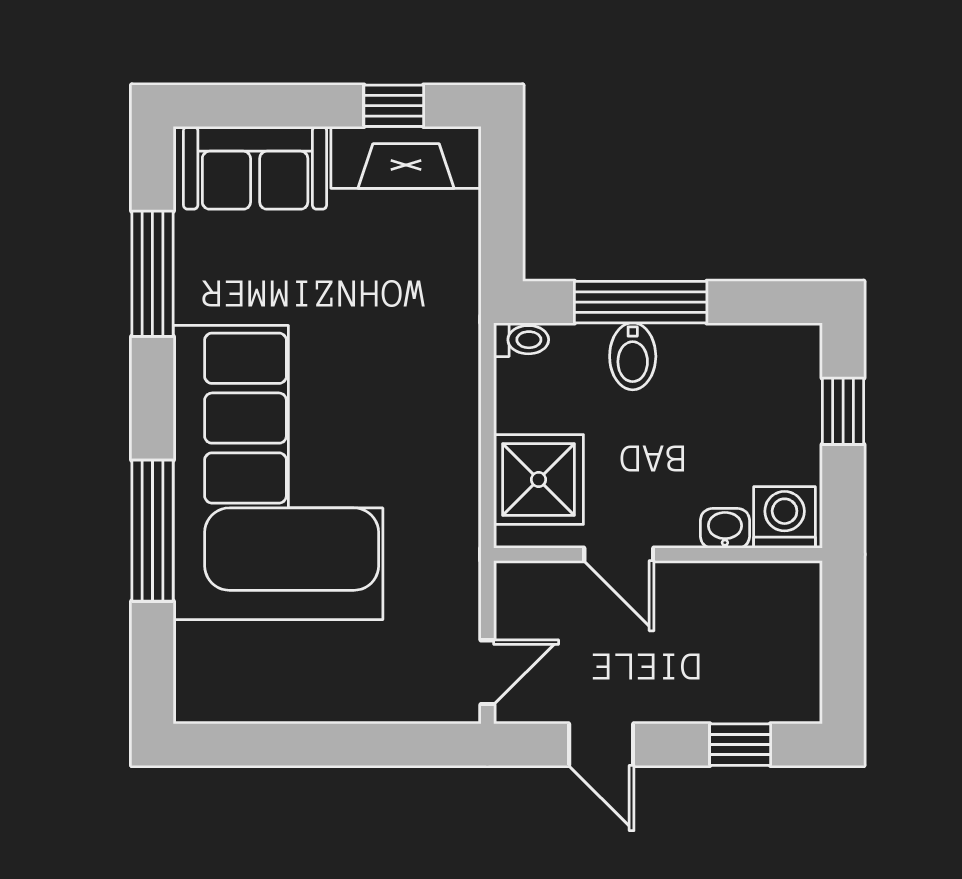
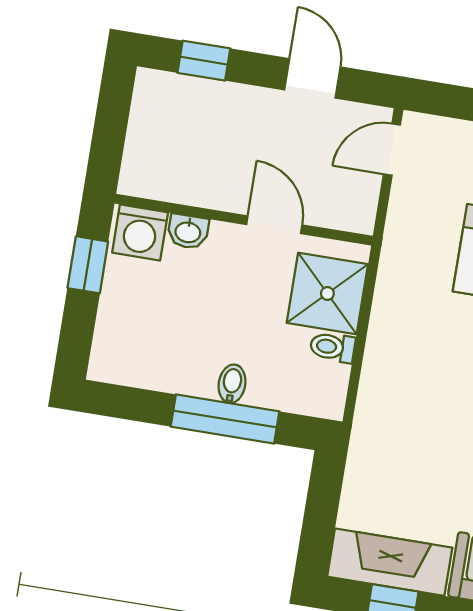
toilet: (521, 340) -> (333, 347), moved
bidet: (633, 356) -> (232, 384), width x0.72, depth x0.74
window: (843, 411) -> (88, 265), moved

